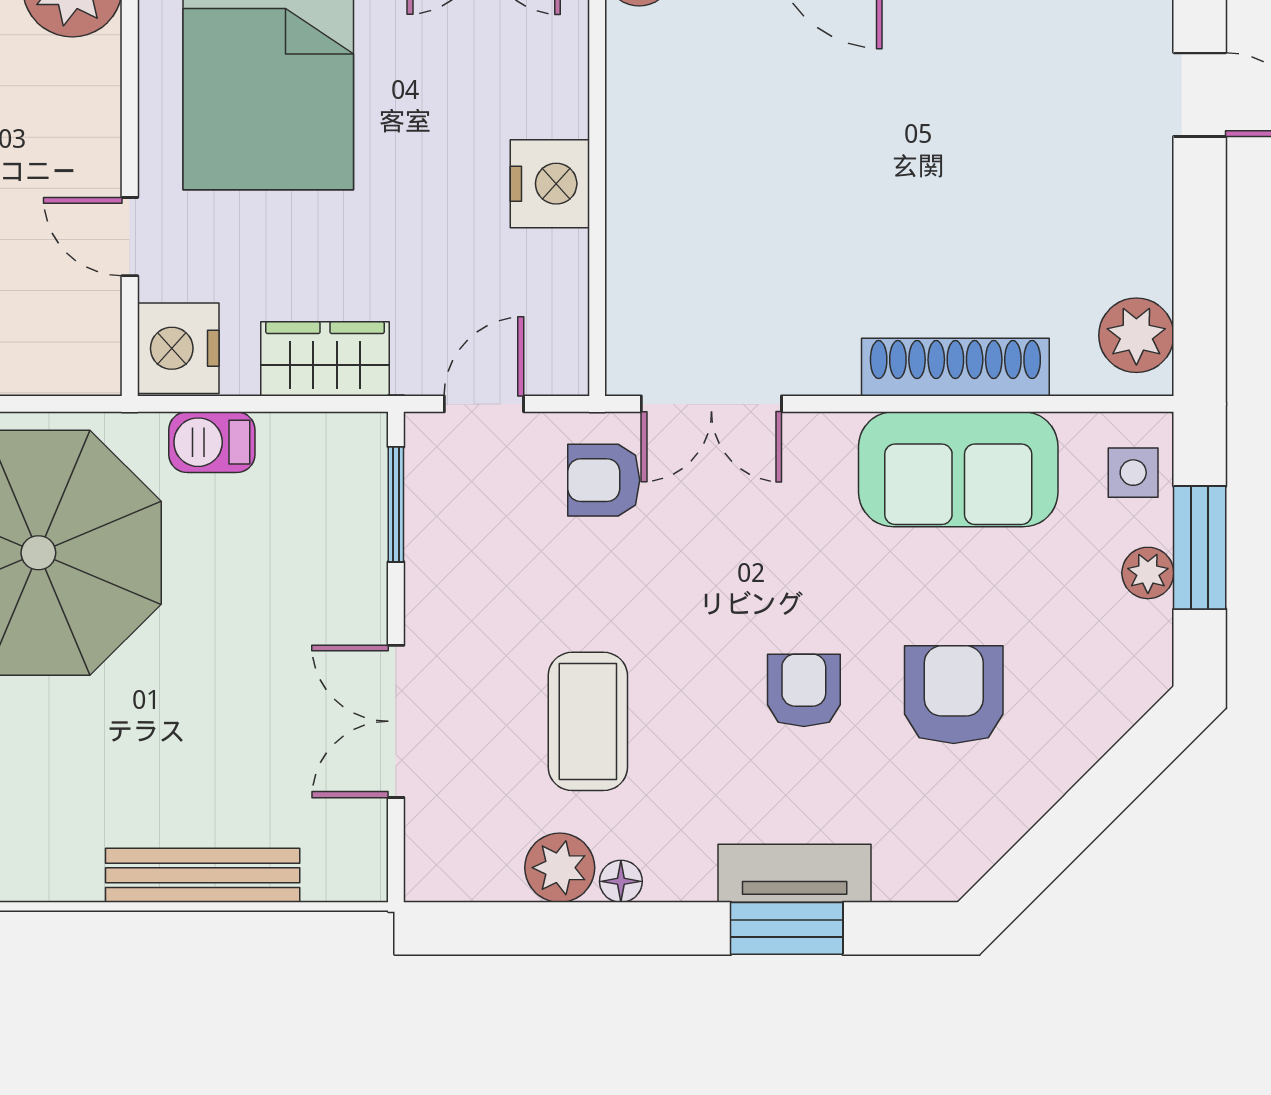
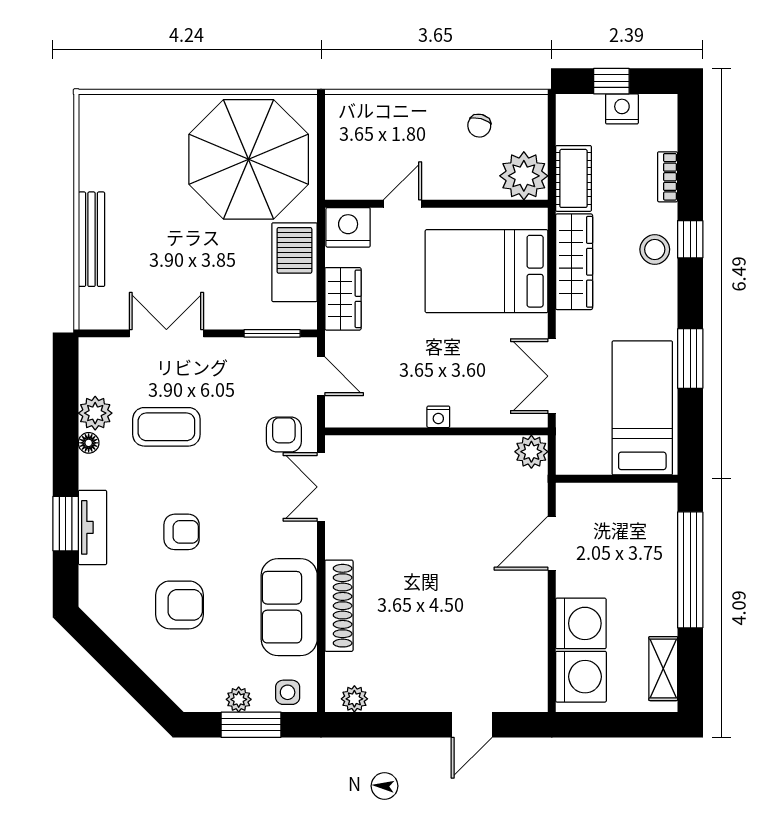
nightstand: (550, 184) -> (438, 417), width x0.53, depth x0.56
plant: (1136, 335) -> (354, 699), width x0.73, depth x0.73
barbecue: (212, 442) -> (294, 262), width x1.88, depth x1.53

